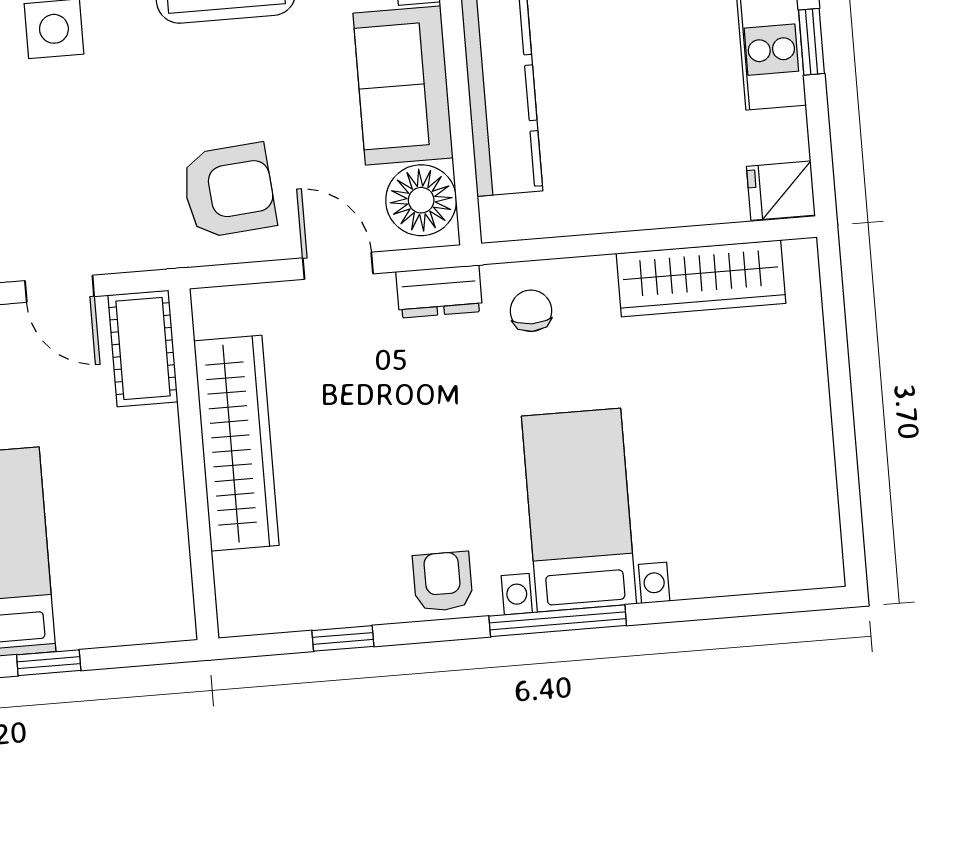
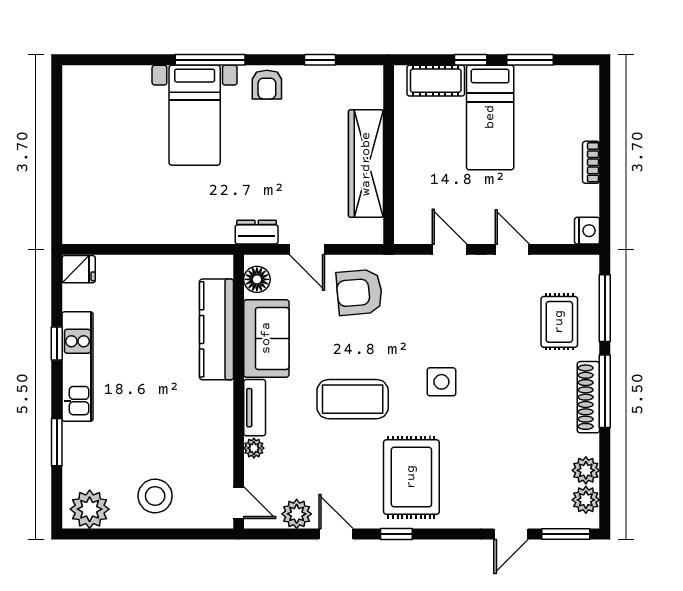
floor lamp: (421, 200) -> (257, 279), width x0.73, depth x0.73
wardrobe: (701, 278) -> (123, 228), removed
chair: (531, 311) -> (211, 219), removed
cot: (143, 349) -> (436, 81), moved, turned 90

